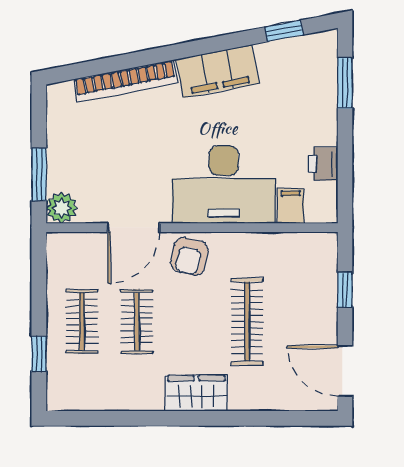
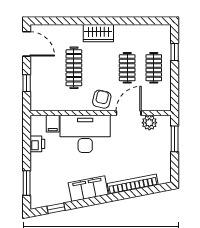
plant: (62, 208) -> (149, 123), moved

